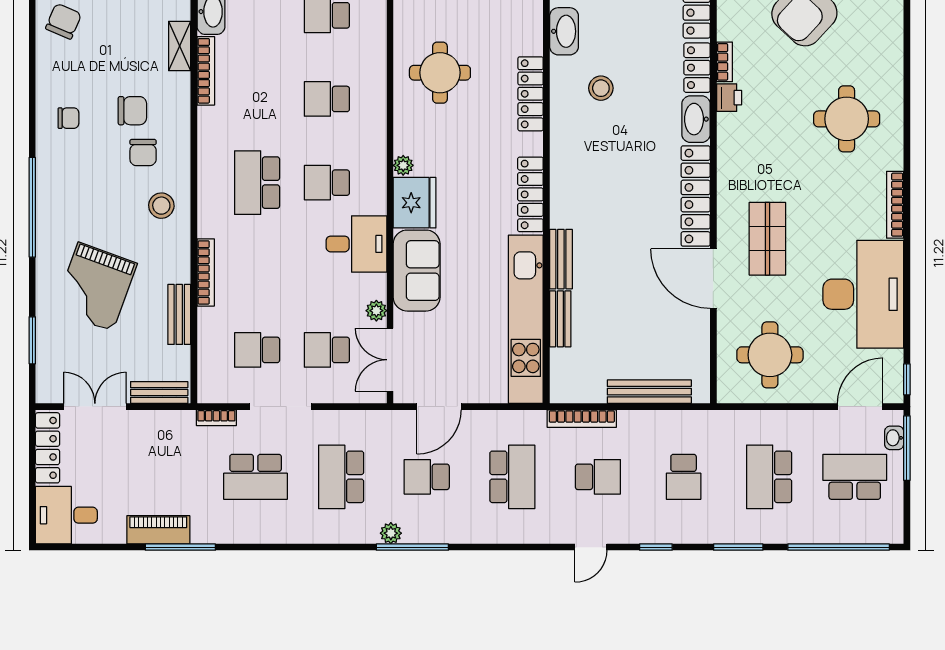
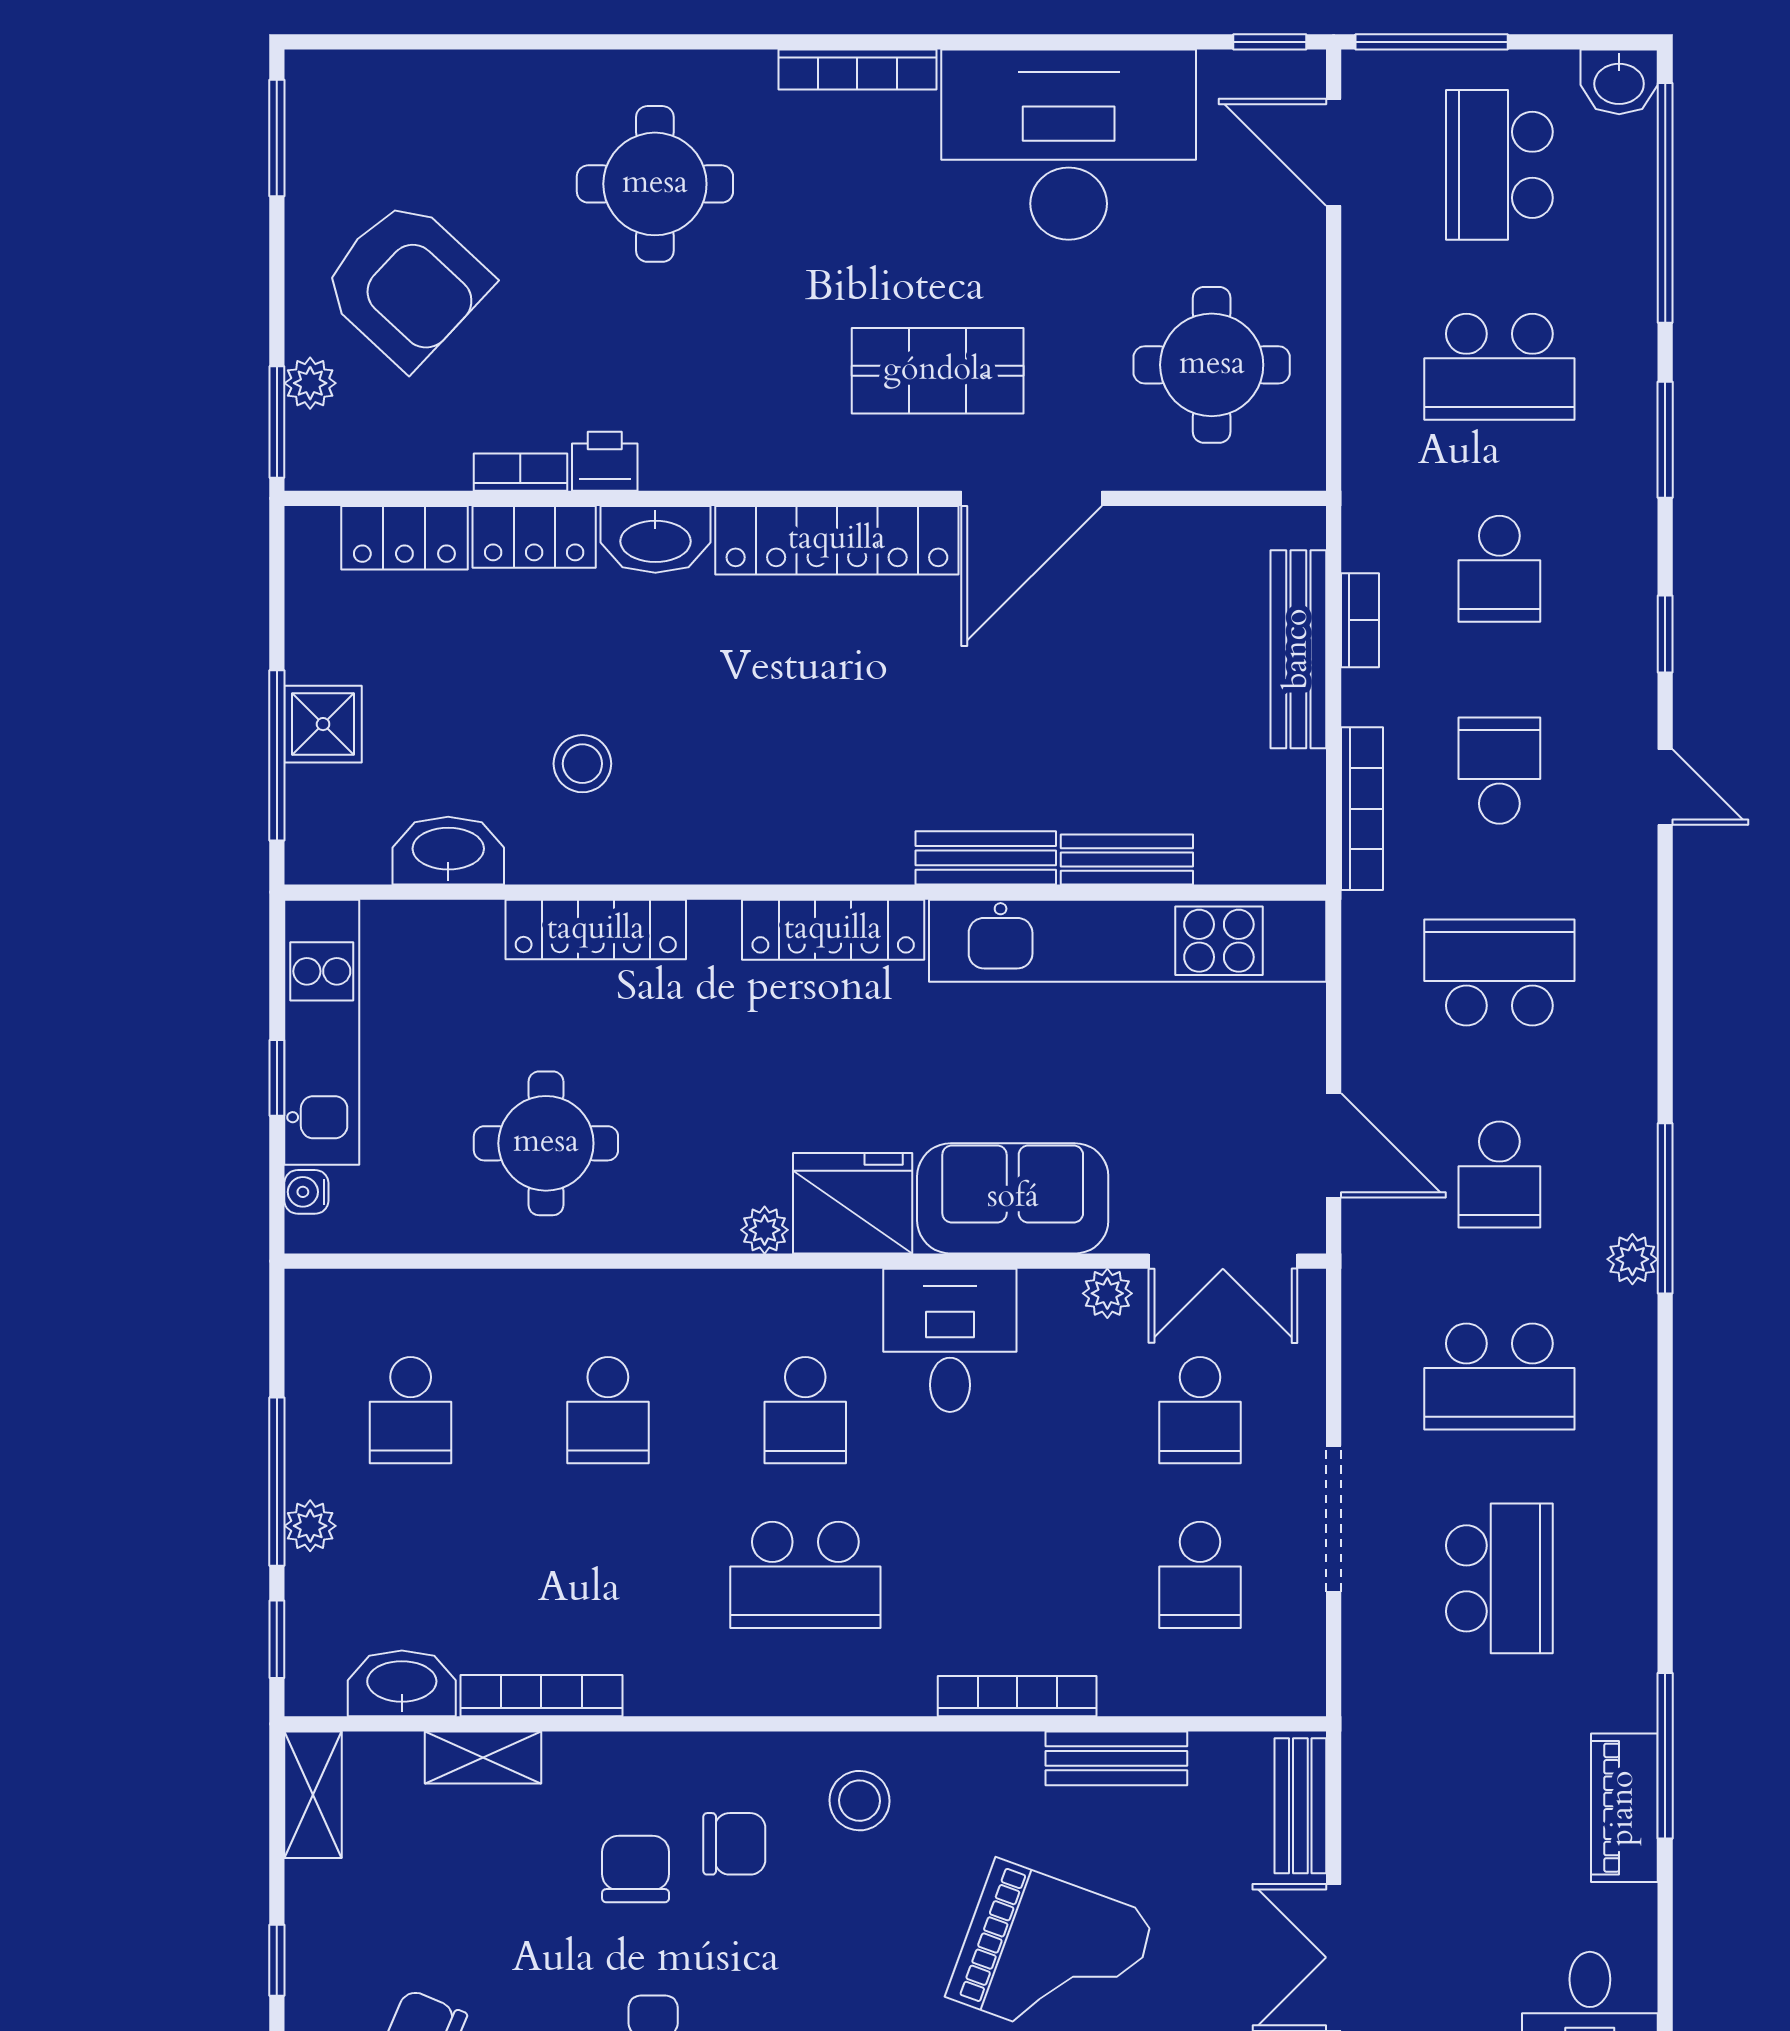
bookcase: (216, 418) -> (1360, 620), moved
washbasin: (894, 438) -> (1619, 82), moved, width x1.38, depth x1.45
school desk: (684, 477) -> (1499, 569), turned 90

